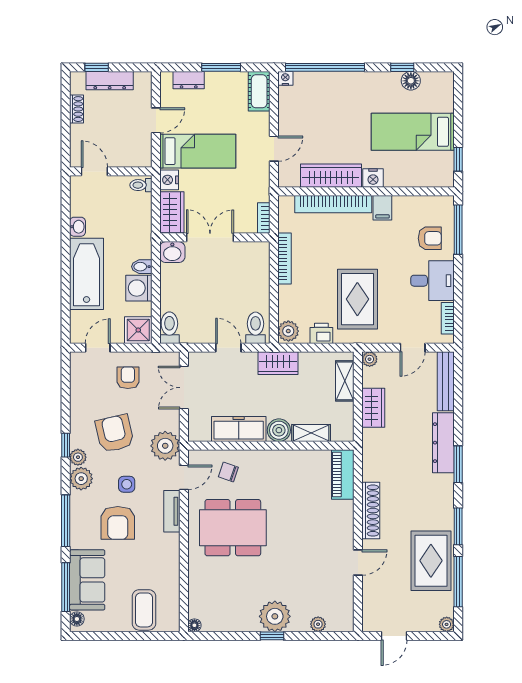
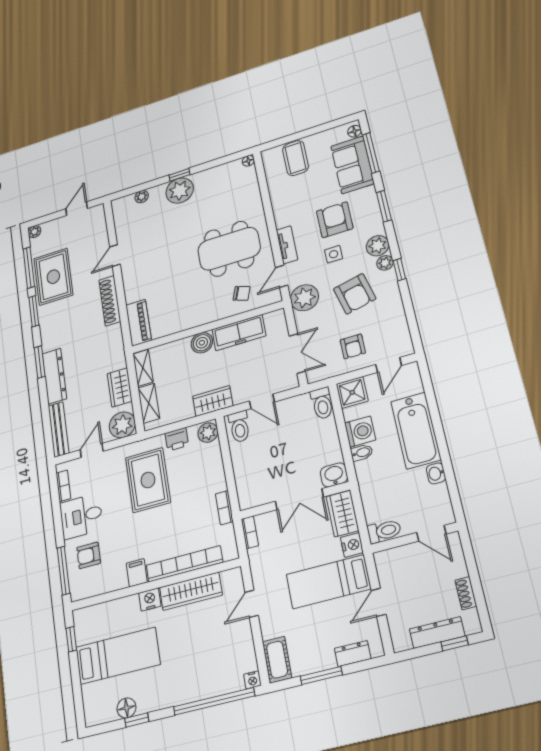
toilet: (141, 185) -> (384, 531), width x1.37, depth x1.39
bookcase: (284, 258) -> (224, 508), width x0.64
plant: (370, 359) -> (122, 425), width x1.88, depth x1.88
shelving: (311, 433) -> (143, 368), moved, turned 90
window: (66, 521) -> (384, 206), width x0.69

